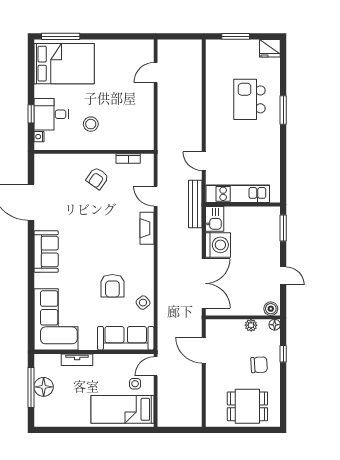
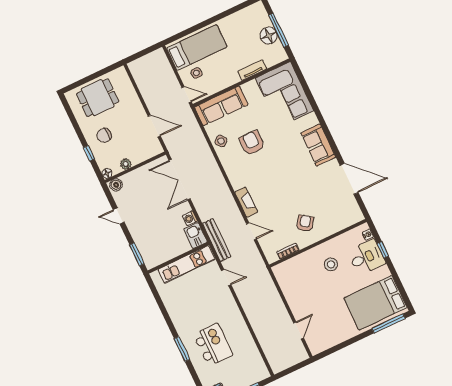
washing machine: (218, 245) -> (190, 218), width x0.53, depth x0.53
door: (156, 366) -> (187, 95), hinge flipped

